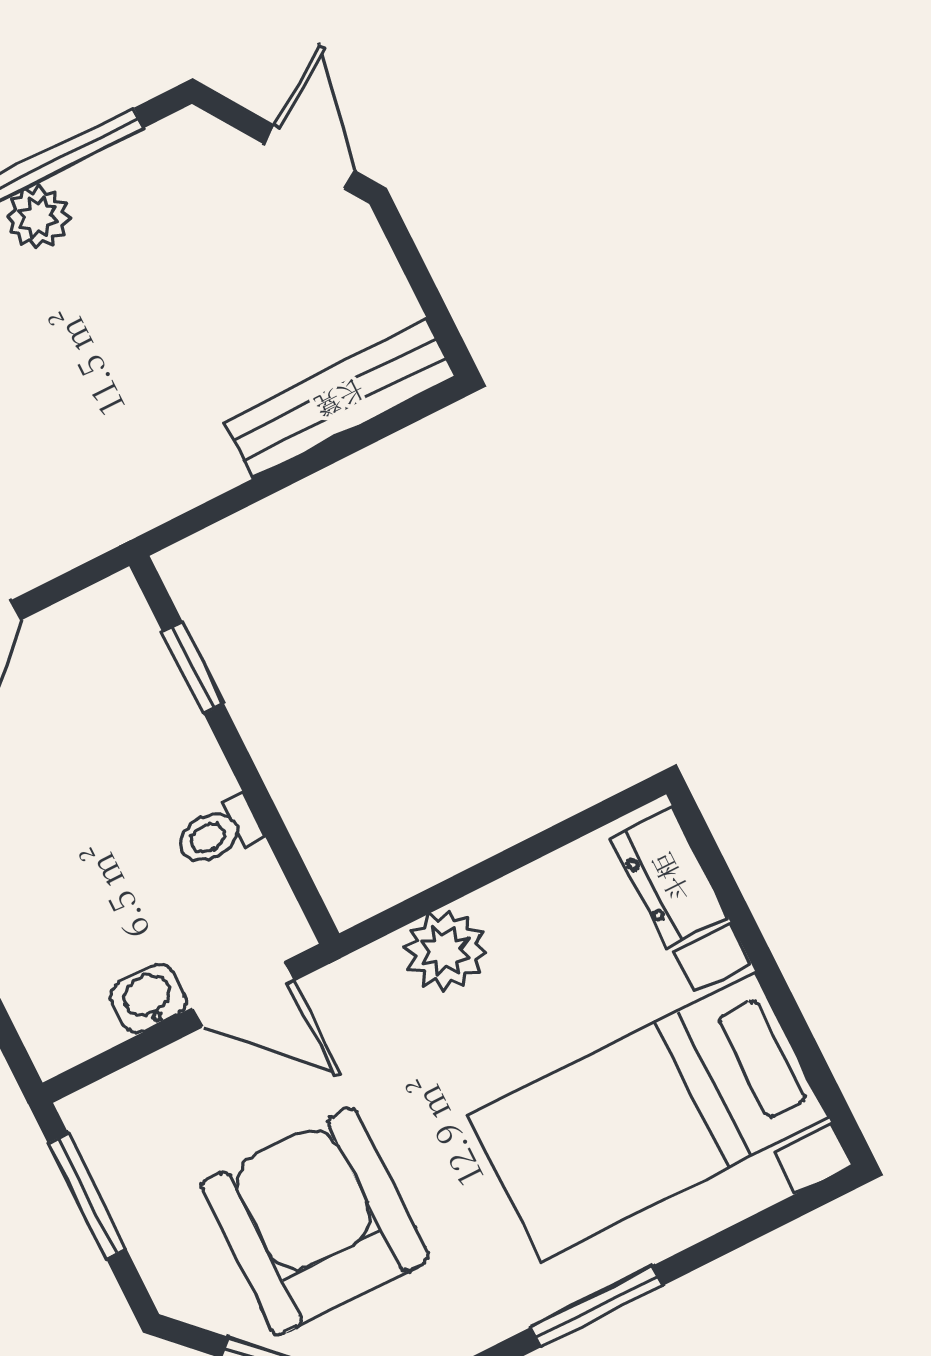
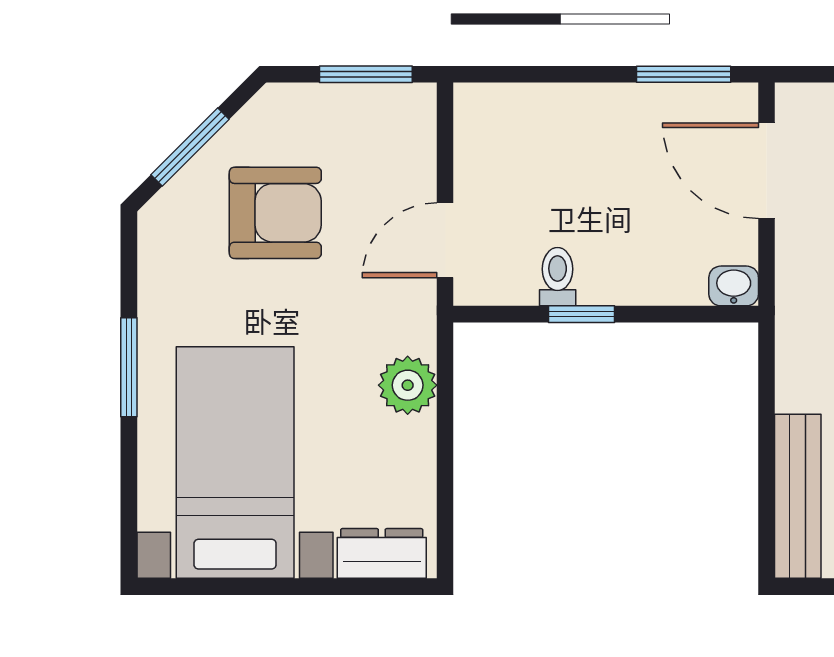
window: (193, 668) -> (581, 314), moved
washbasin: (148, 999) -> (734, 286), moved, turned -90
armchair: (315, 1222) -> (275, 213), width x0.73, depth x0.73

